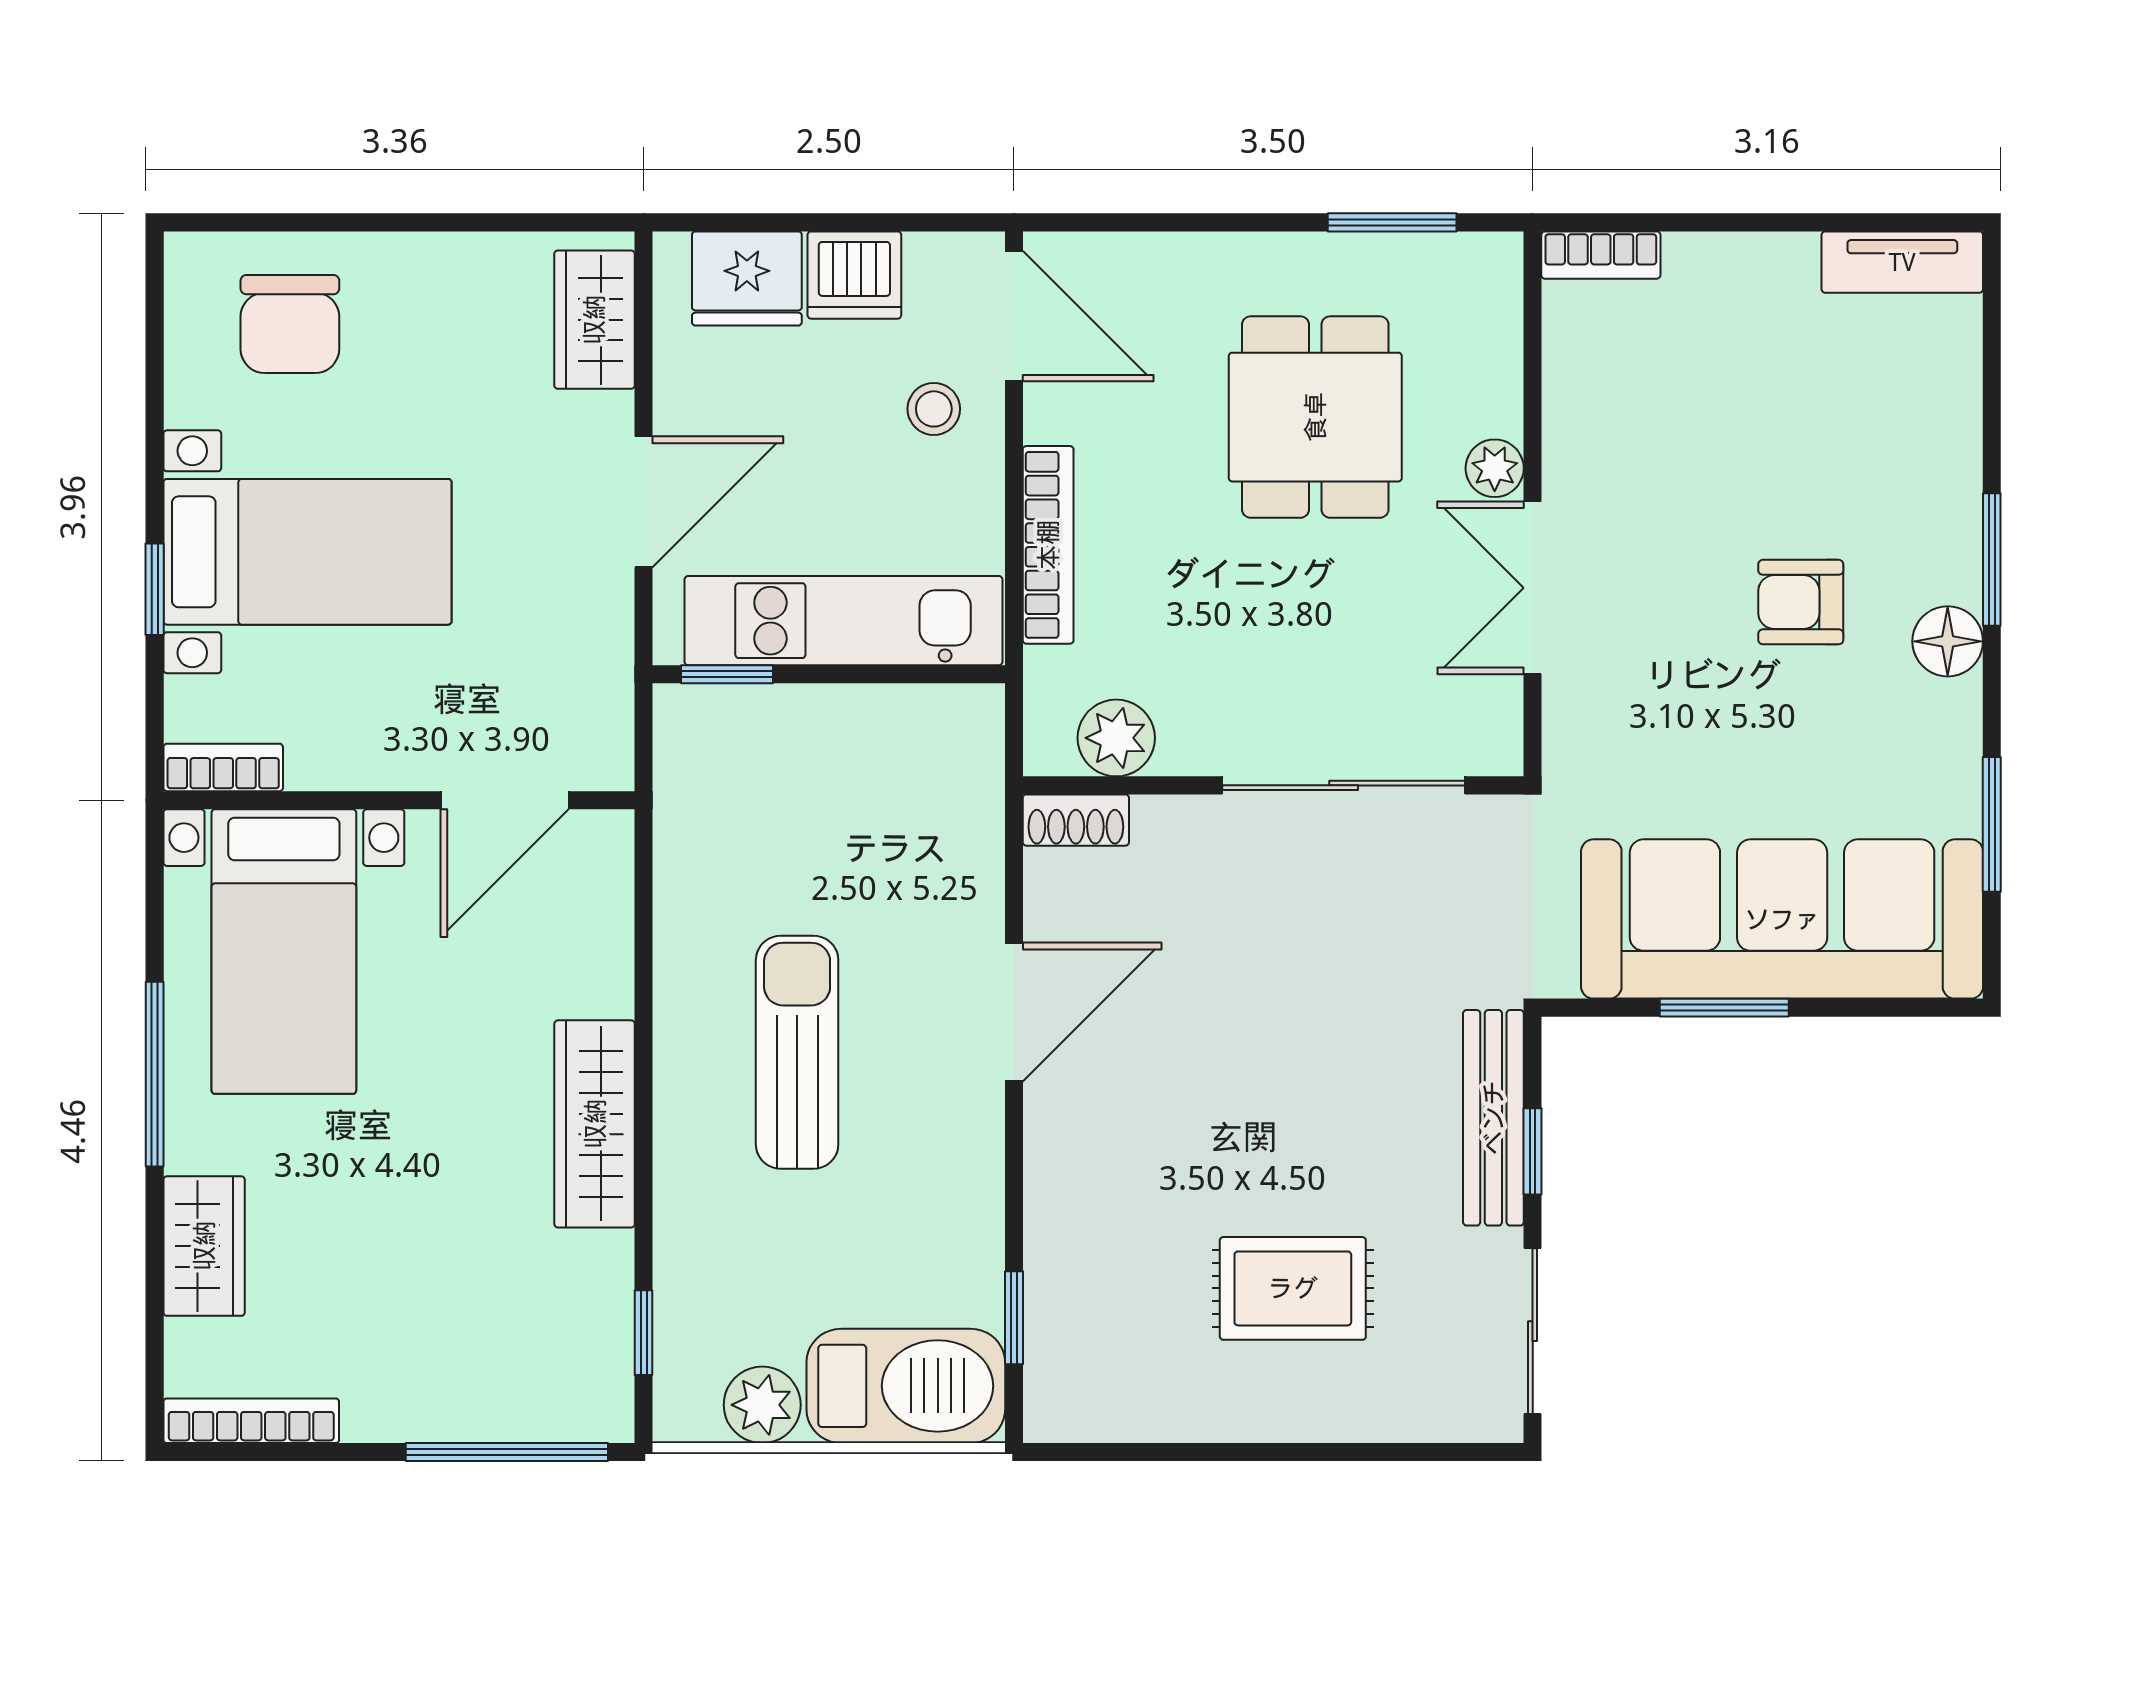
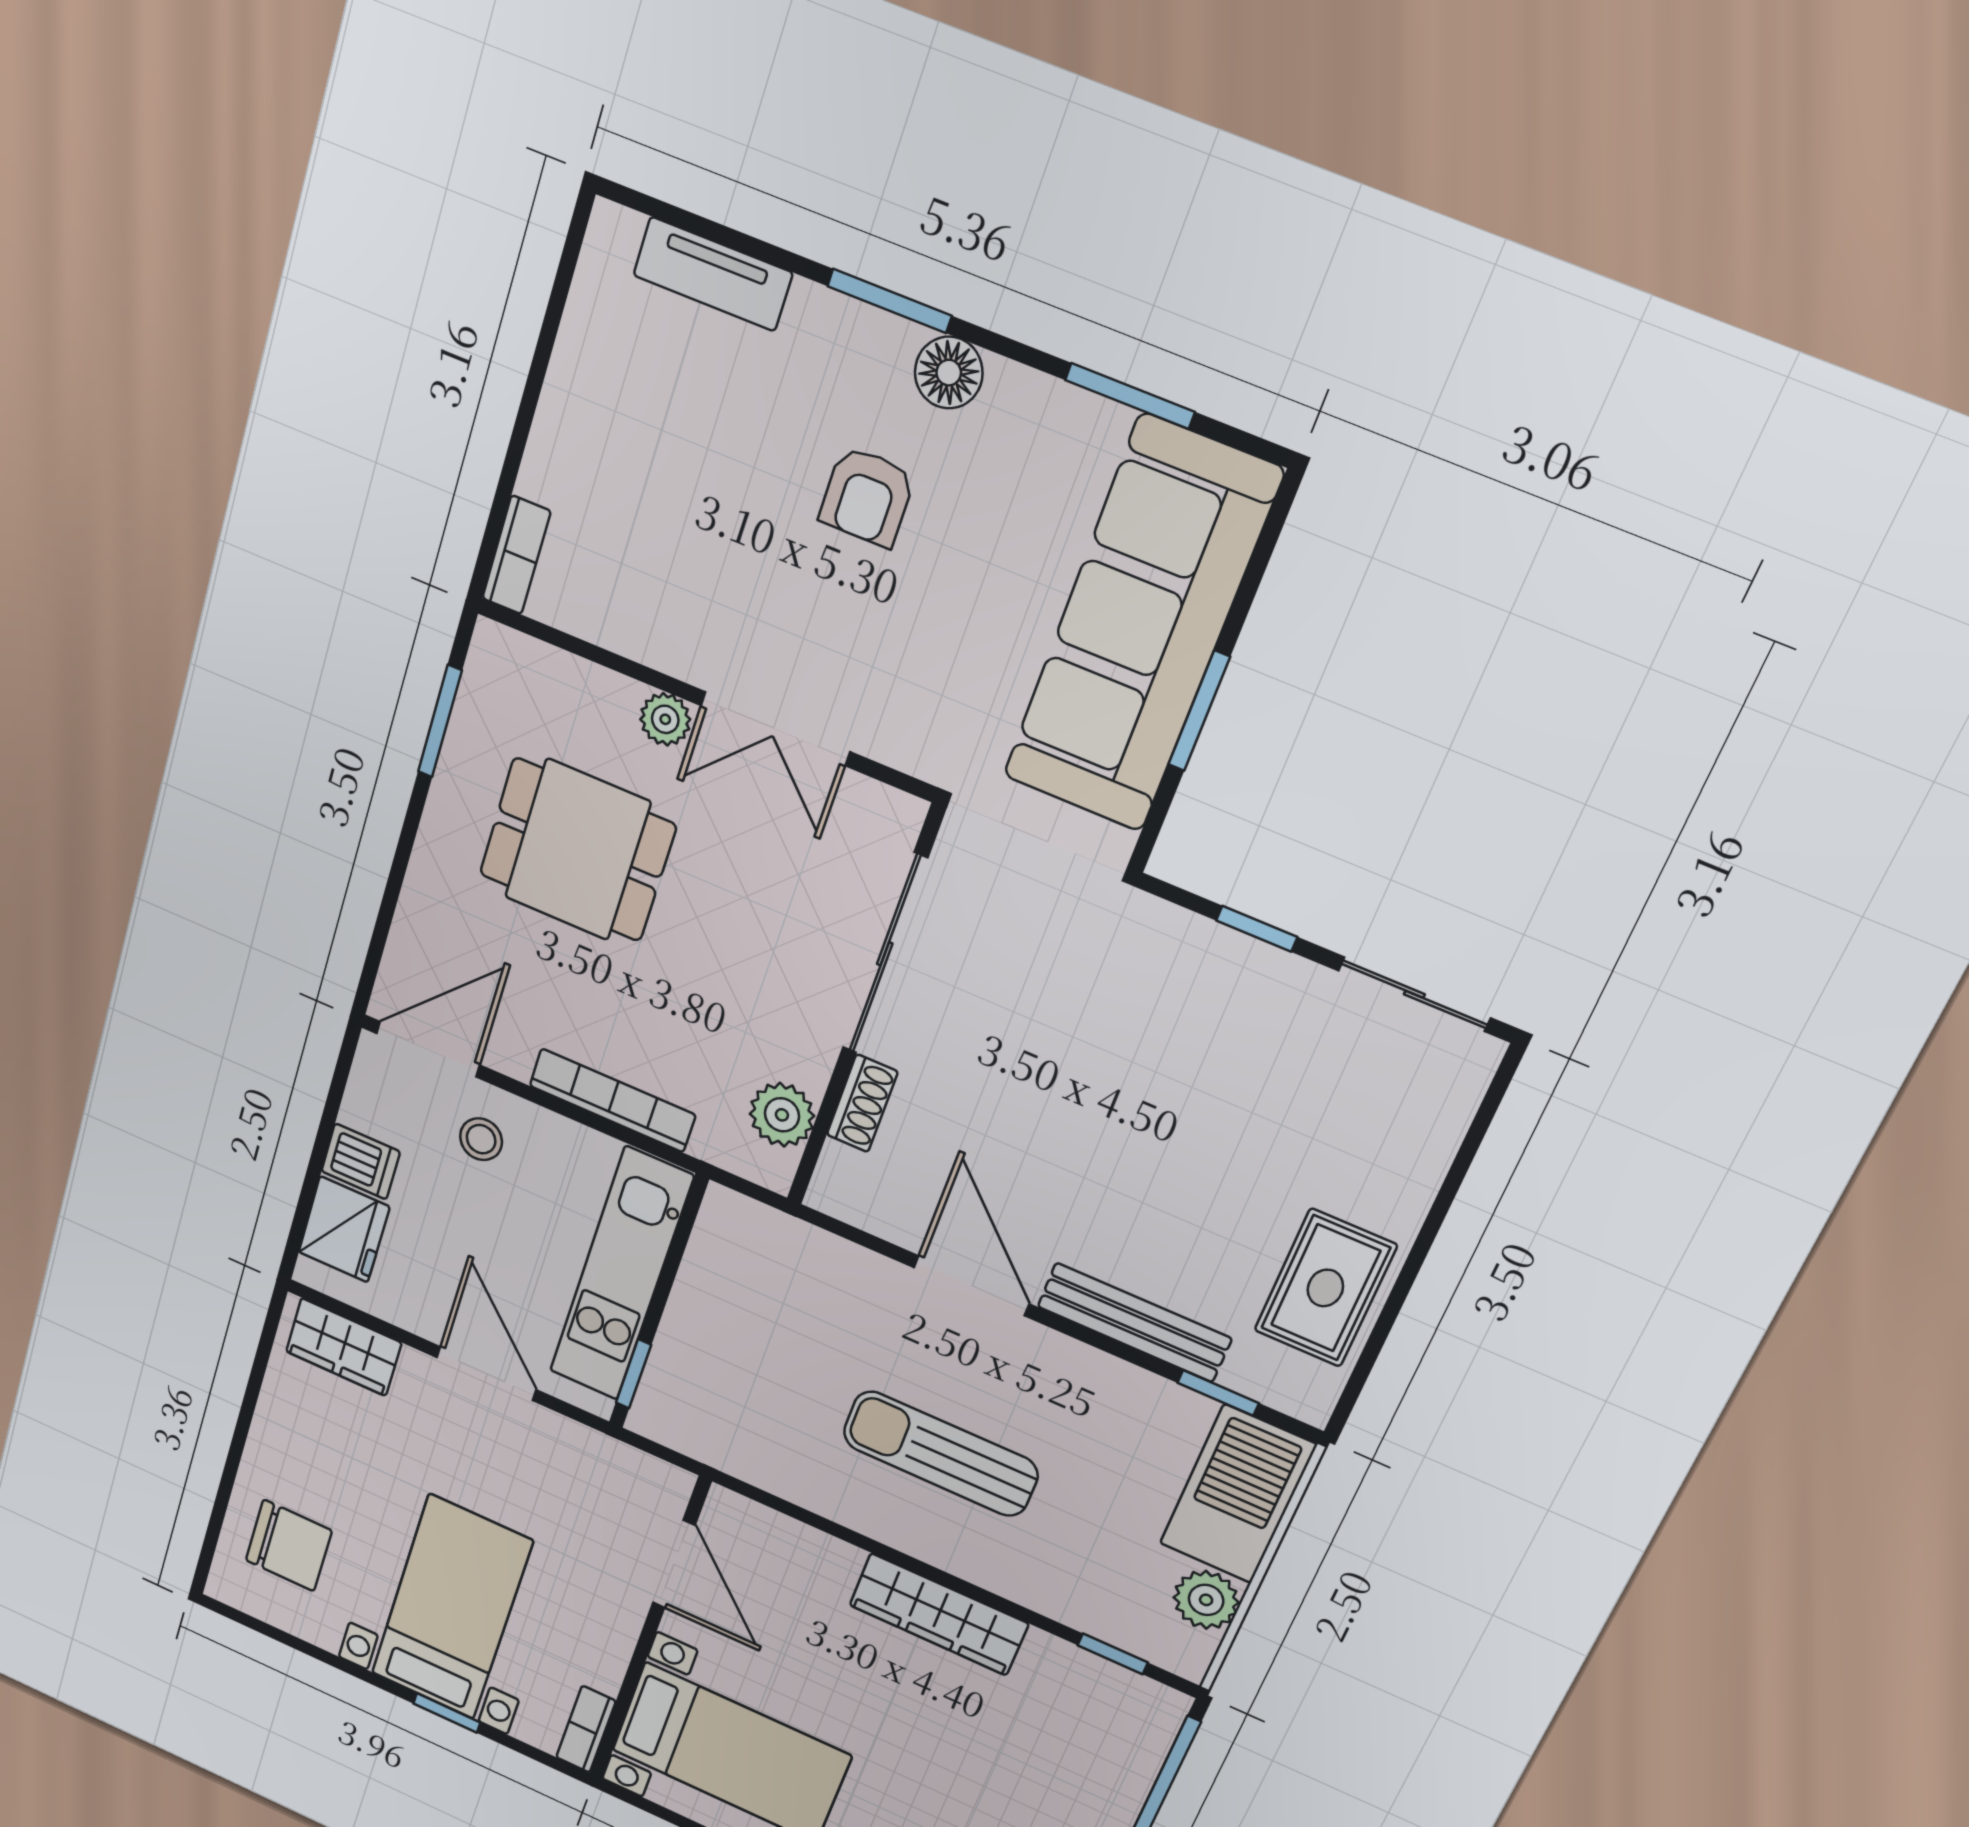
tv unit: (1902, 262) -> (713, 274), moved, turned 90
dishwasher: (854, 275) -> (361, 1161), width x0.73
shoe rack: (1076, 820) -> (862, 1103), moved
bench: (1493, 1118) -> (1134, 1322), moved
rug: (1293, 1288) -> (1325, 1288), moved

